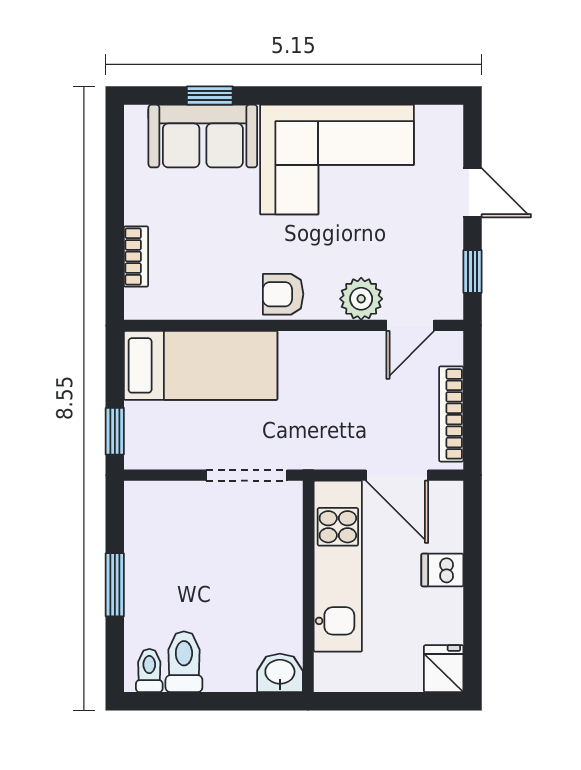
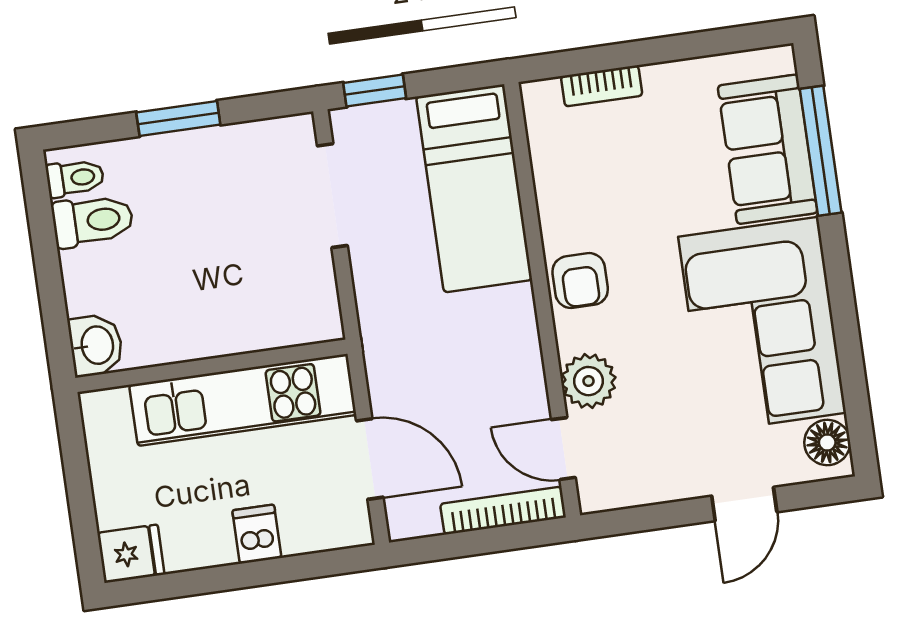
window: (210, 95) -> (821, 151), width x2.17
floor lamp: (434, 122) -> (827, 443), added
window: (473, 272) -> (643, 518), removed
armchair: (283, 294) -> (580, 281), turned 180
bookcase: (451, 414) -> (503, 511), moved
doorway: (247, 475) -> (332, 196), moved
door: (397, 475) -> (370, 459), swing flipped

